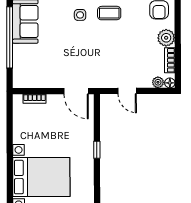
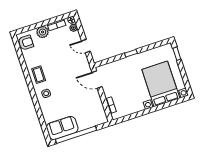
door: (76, 91) -> (97, 80), swing flipped
door: (127, 91) -> (86, 46), swing flipped

